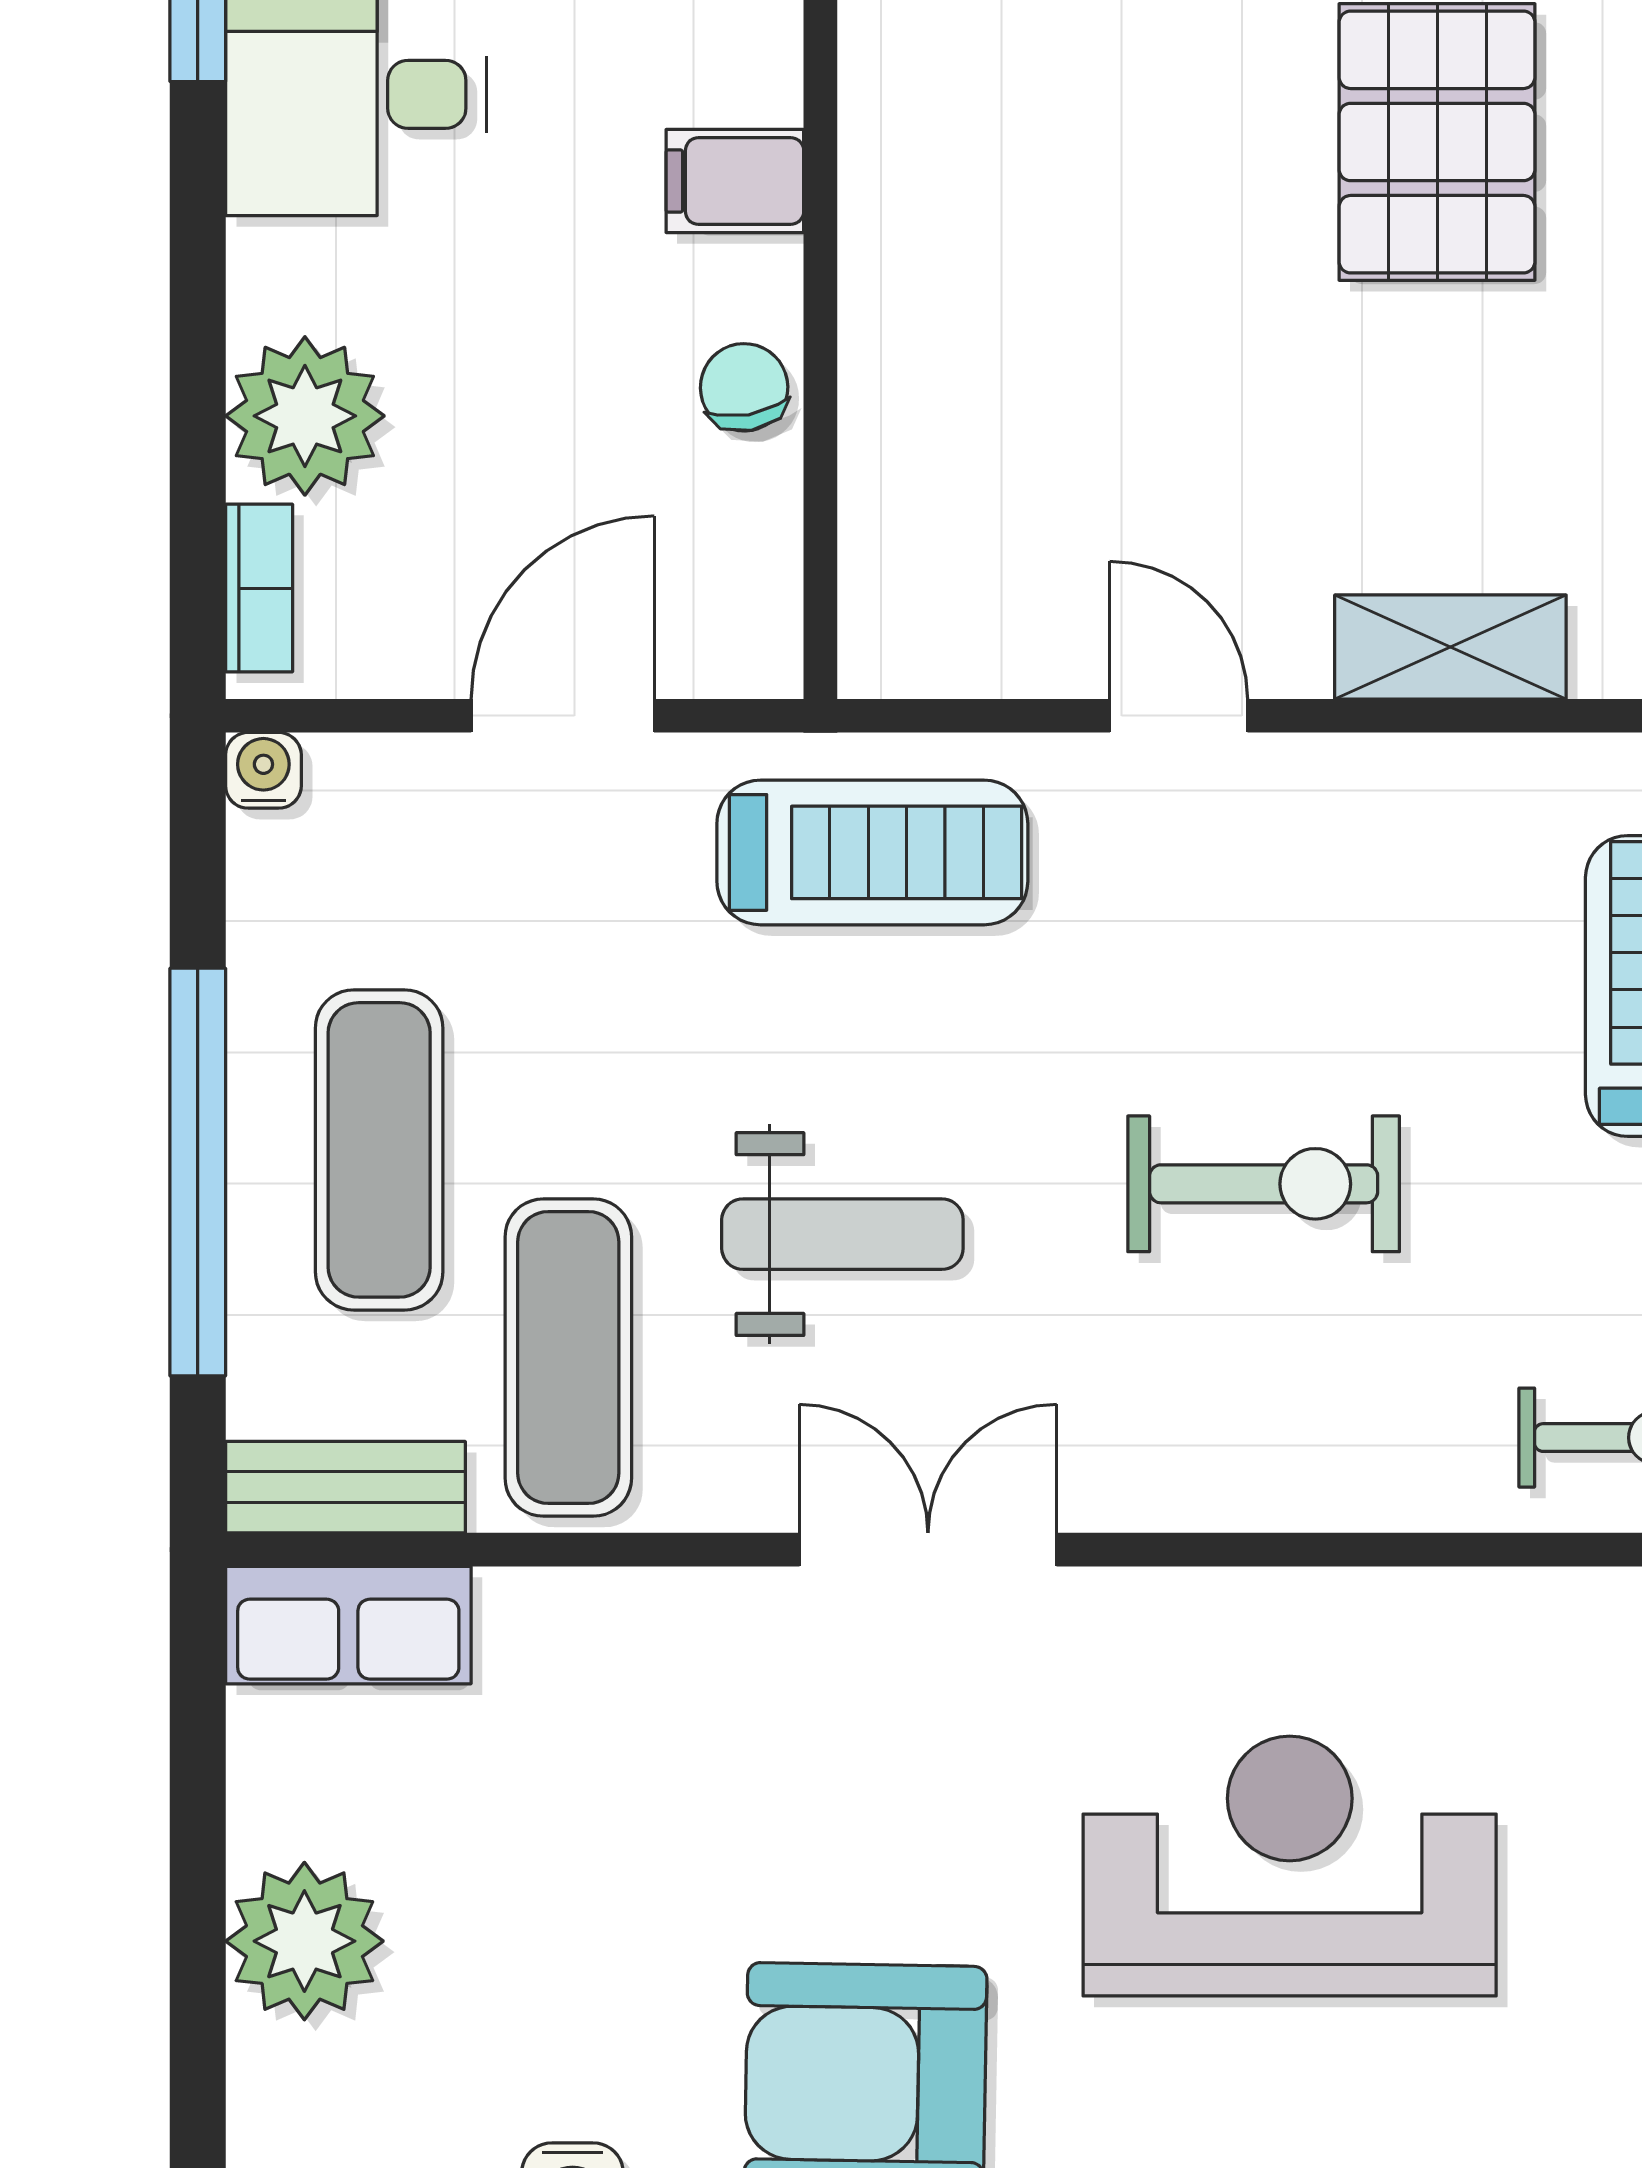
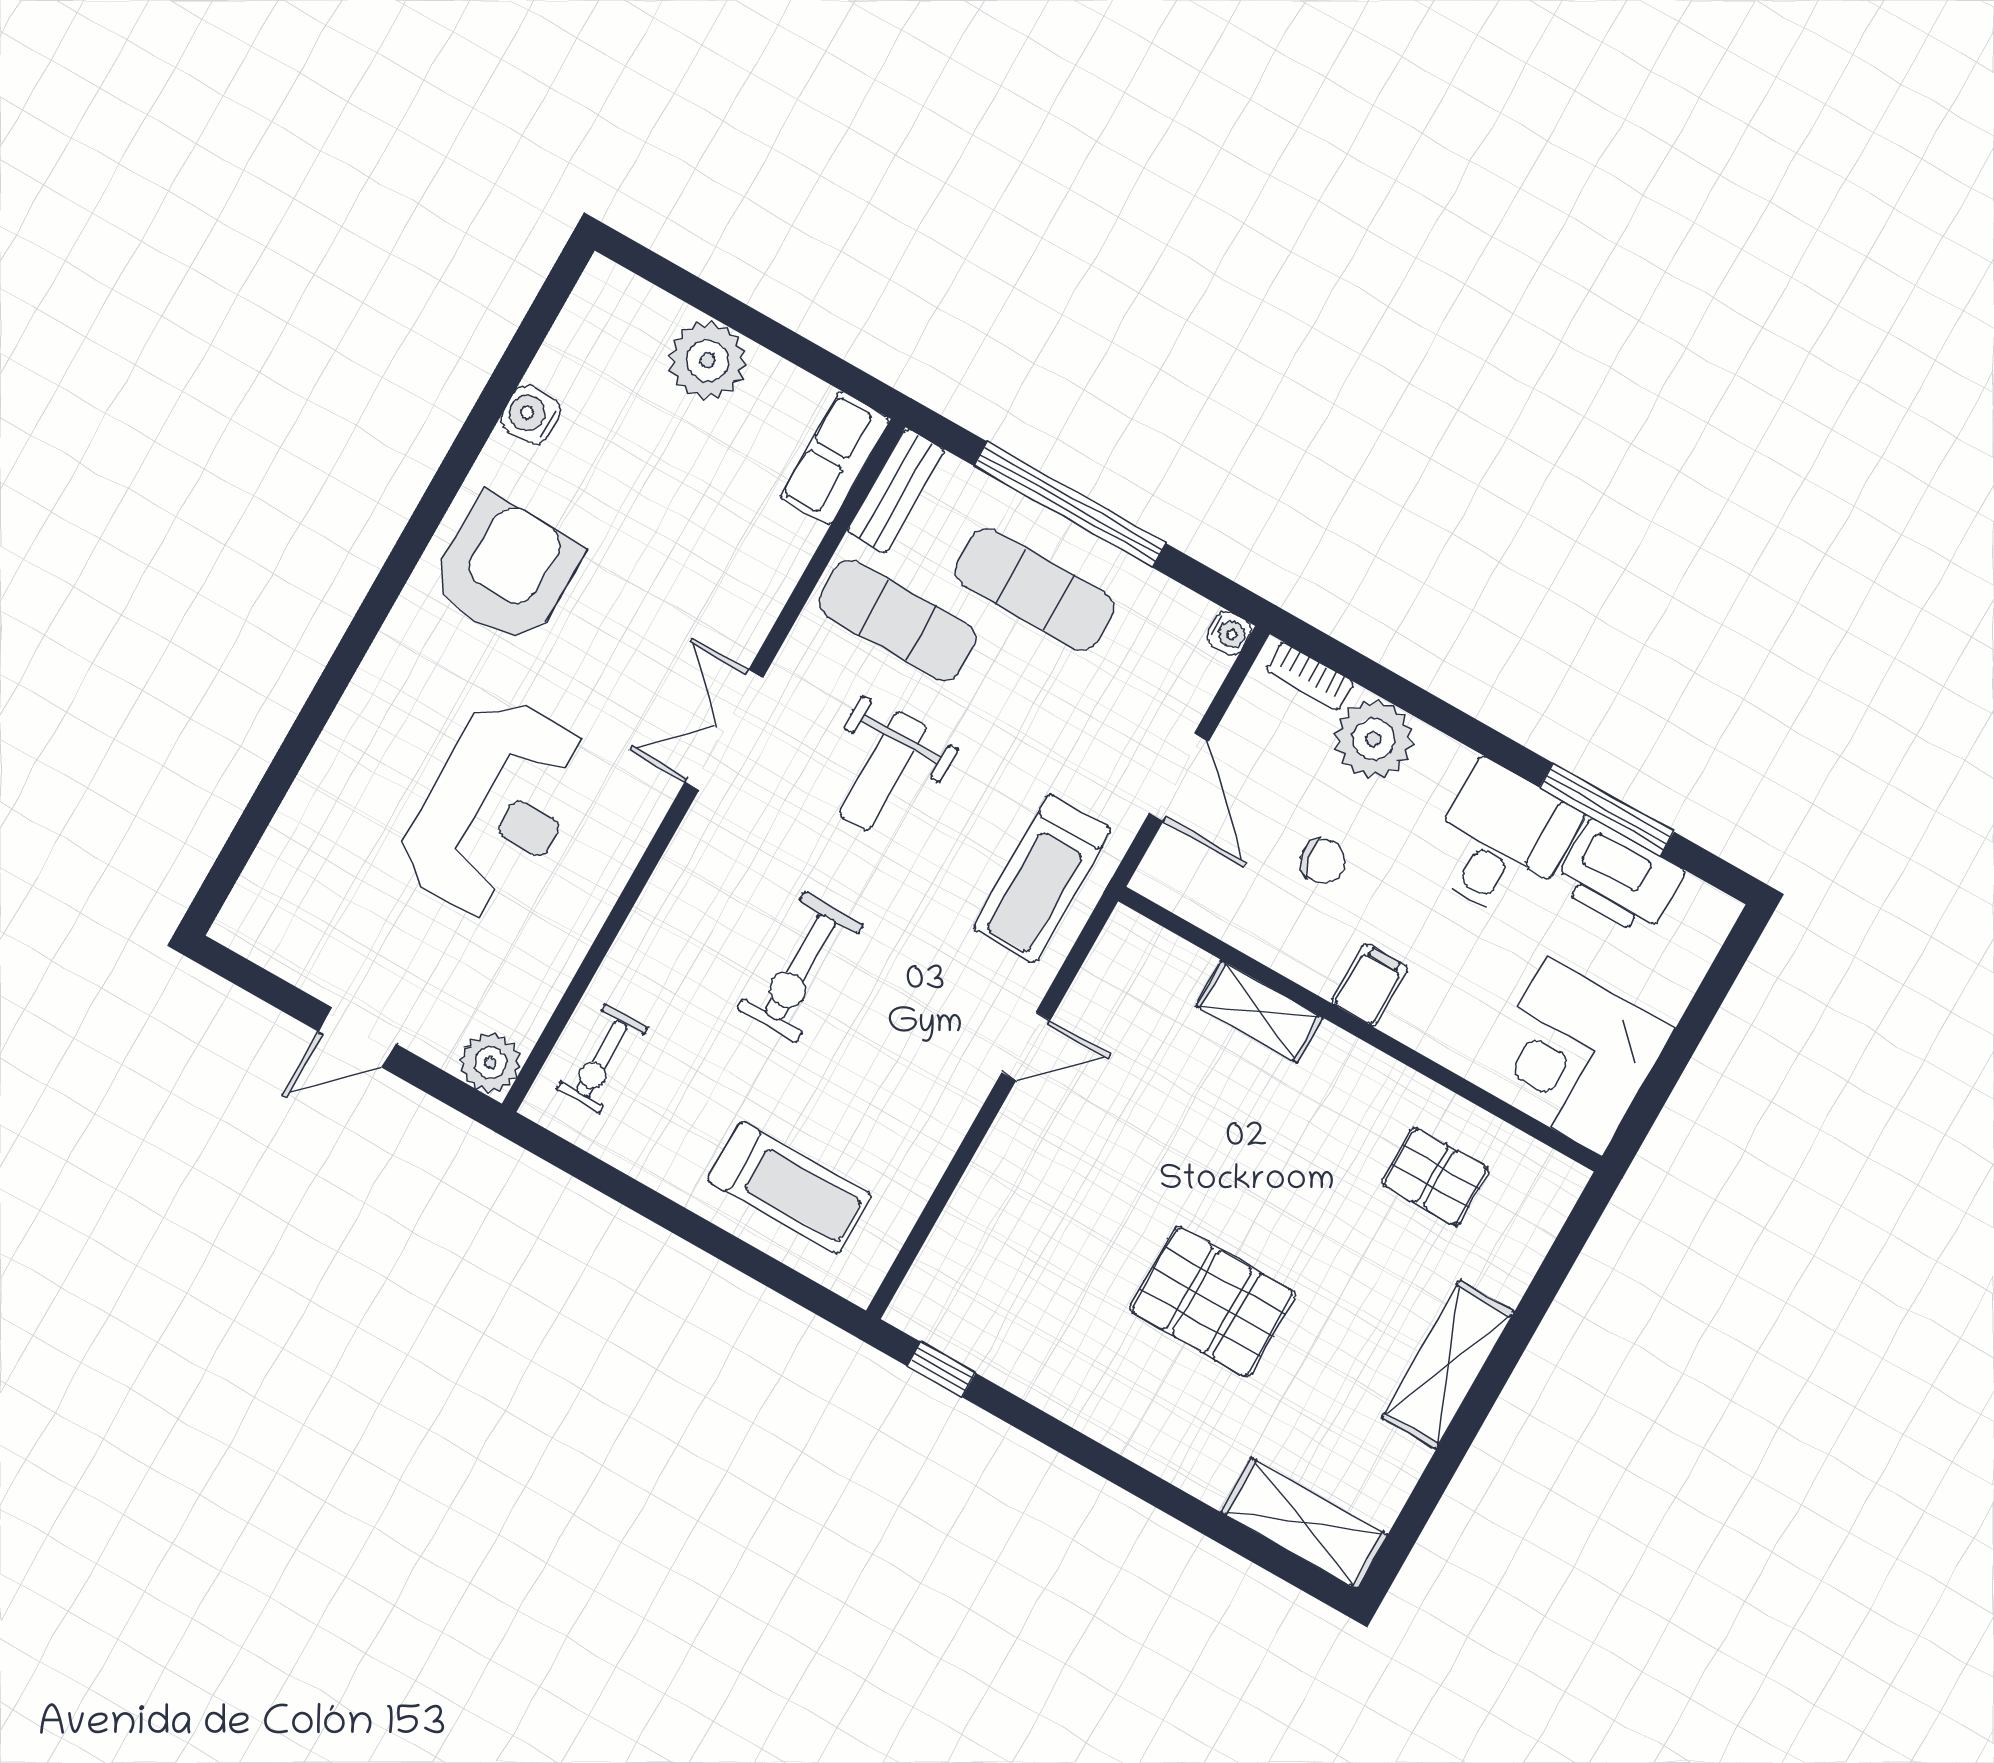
chair: (744, 387) -> (1323, 861), moved
shelving: (1450, 647) -> (1259, 1012), moved, turned 90
double door: (928, 1550) -> (724, 730), swing flipped

